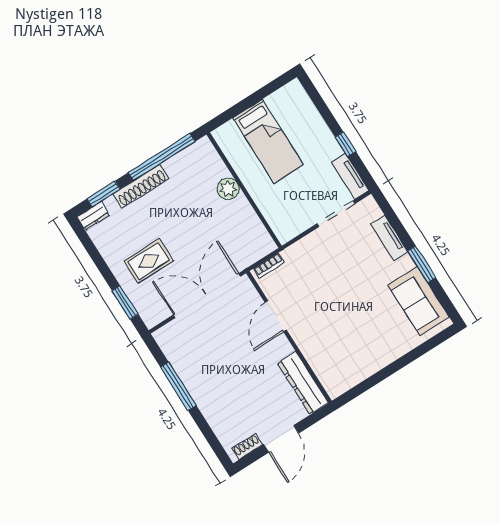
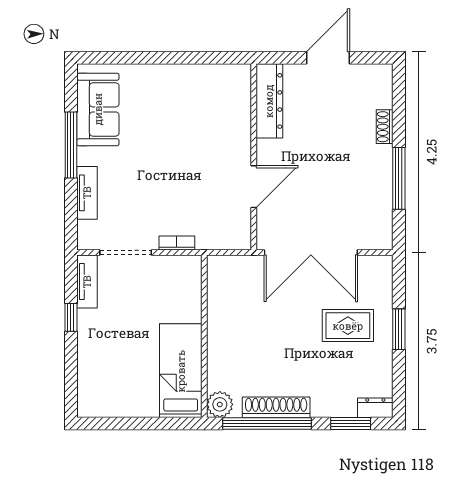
bed: (268, 141) -> (181, 371), moved
shoe rack: (141, 186) -> (276, 407), moved
plant: (228, 189) -> (220, 404), moved
window: (422, 264) -> (71, 145), width x1.44
bookcase: (269, 266) -> (177, 243), moved
window: (125, 302) -> (399, 329), moved
shoe rack: (247, 447) -> (385, 127), moved, turned 90

